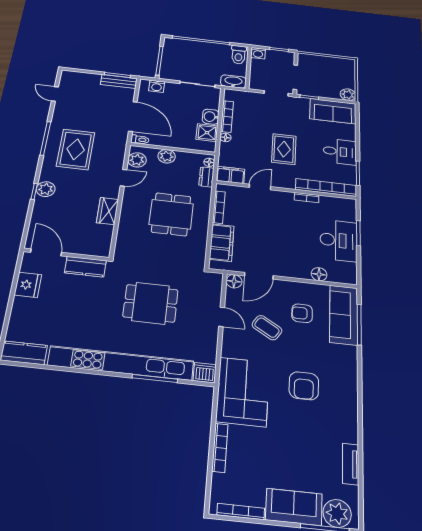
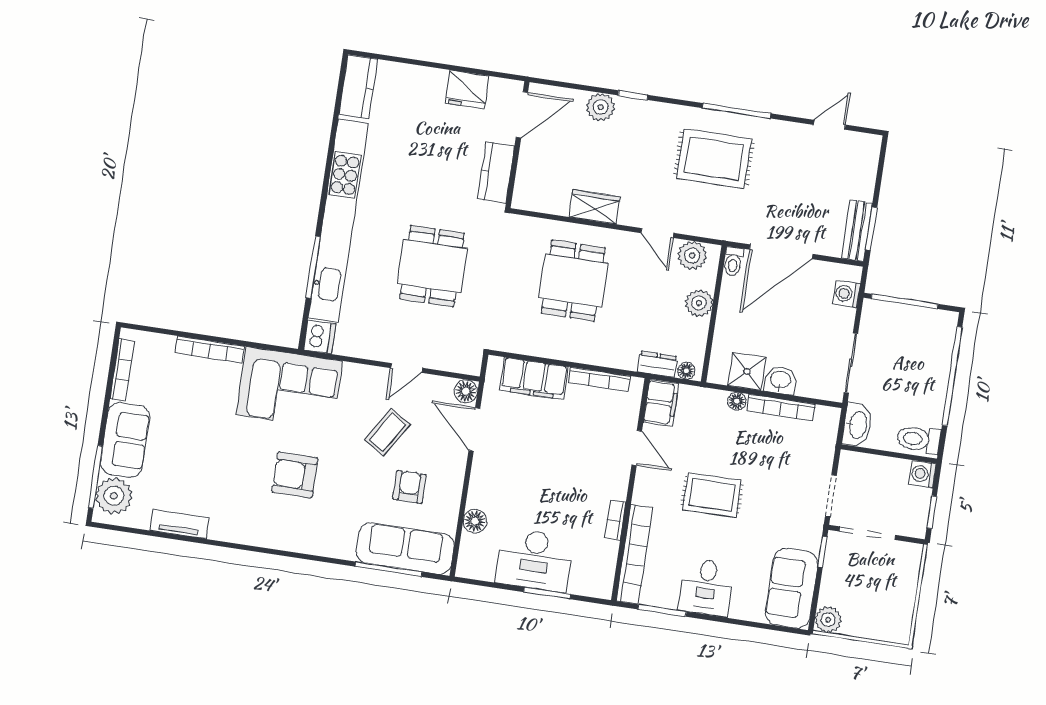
plant: (46, 189) -> (601, 107), moved
dining table: (171, 214) -> (573, 281), moved, turned 90

